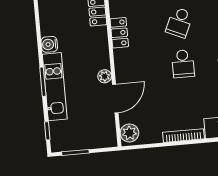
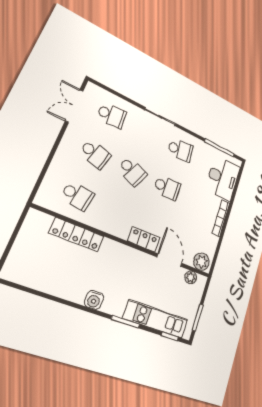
locker: (119, 33) -> (144, 239), moved
plant: (105, 76) -> (191, 277), moved
kitchen unit: (55, 87) -> (156, 319), moved

